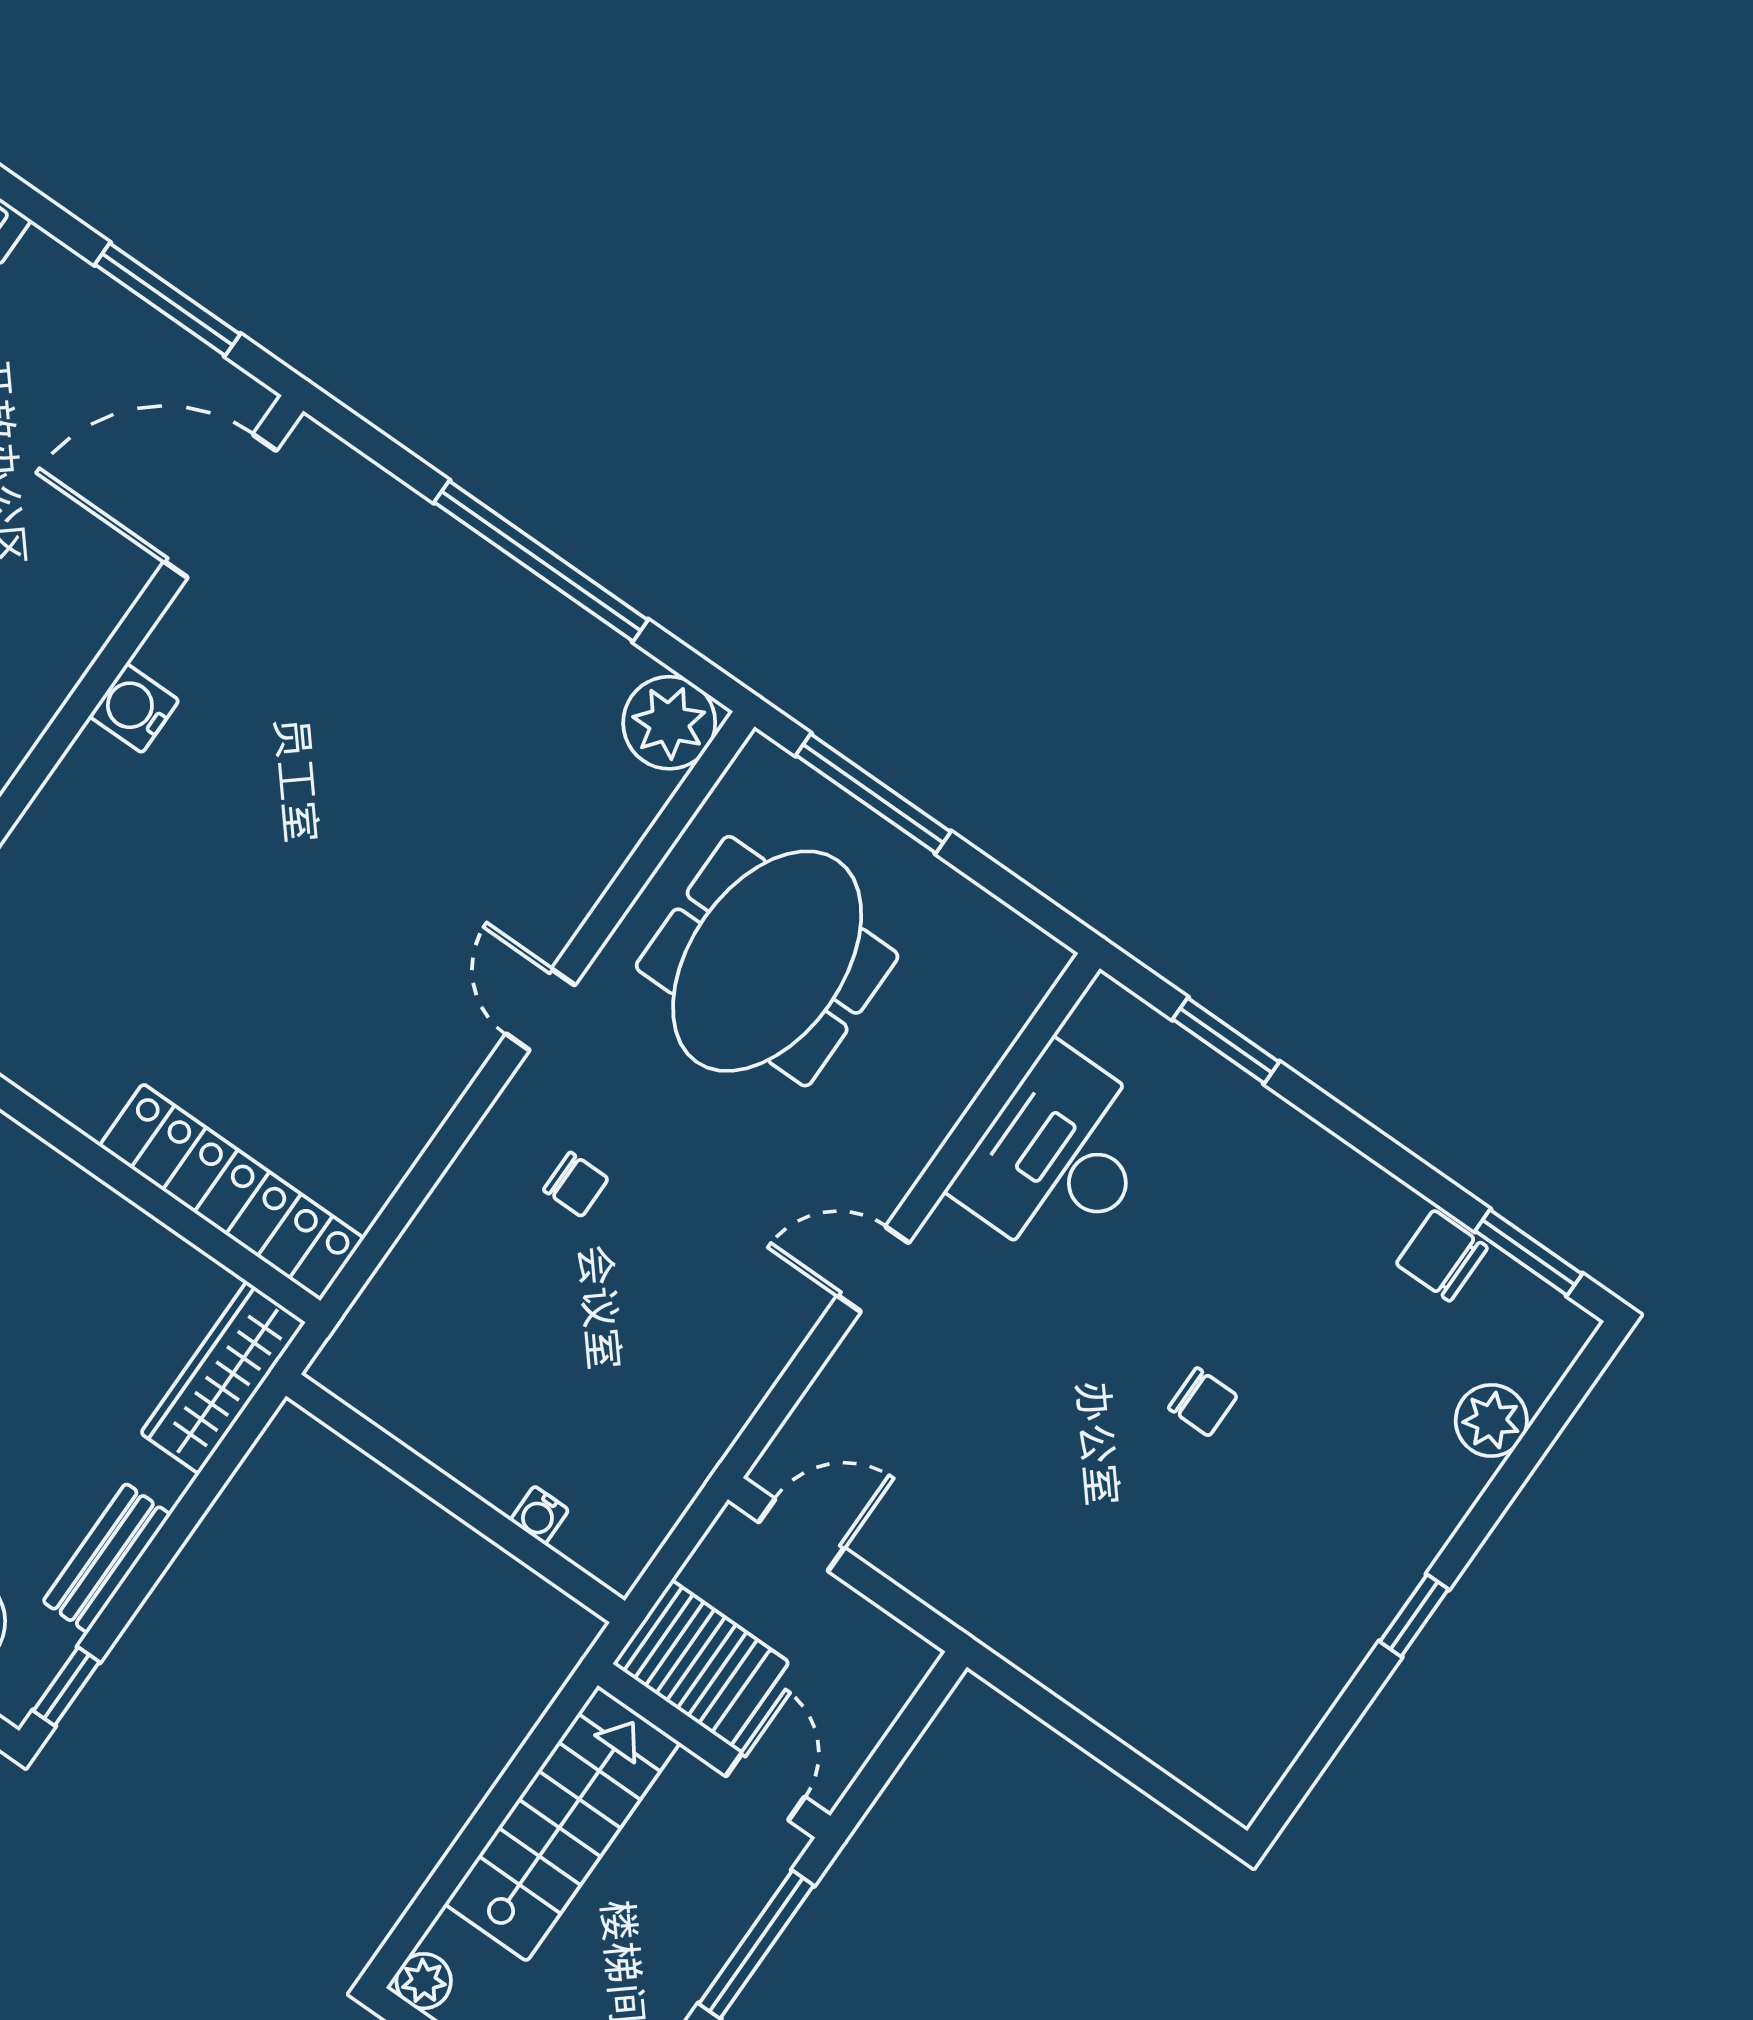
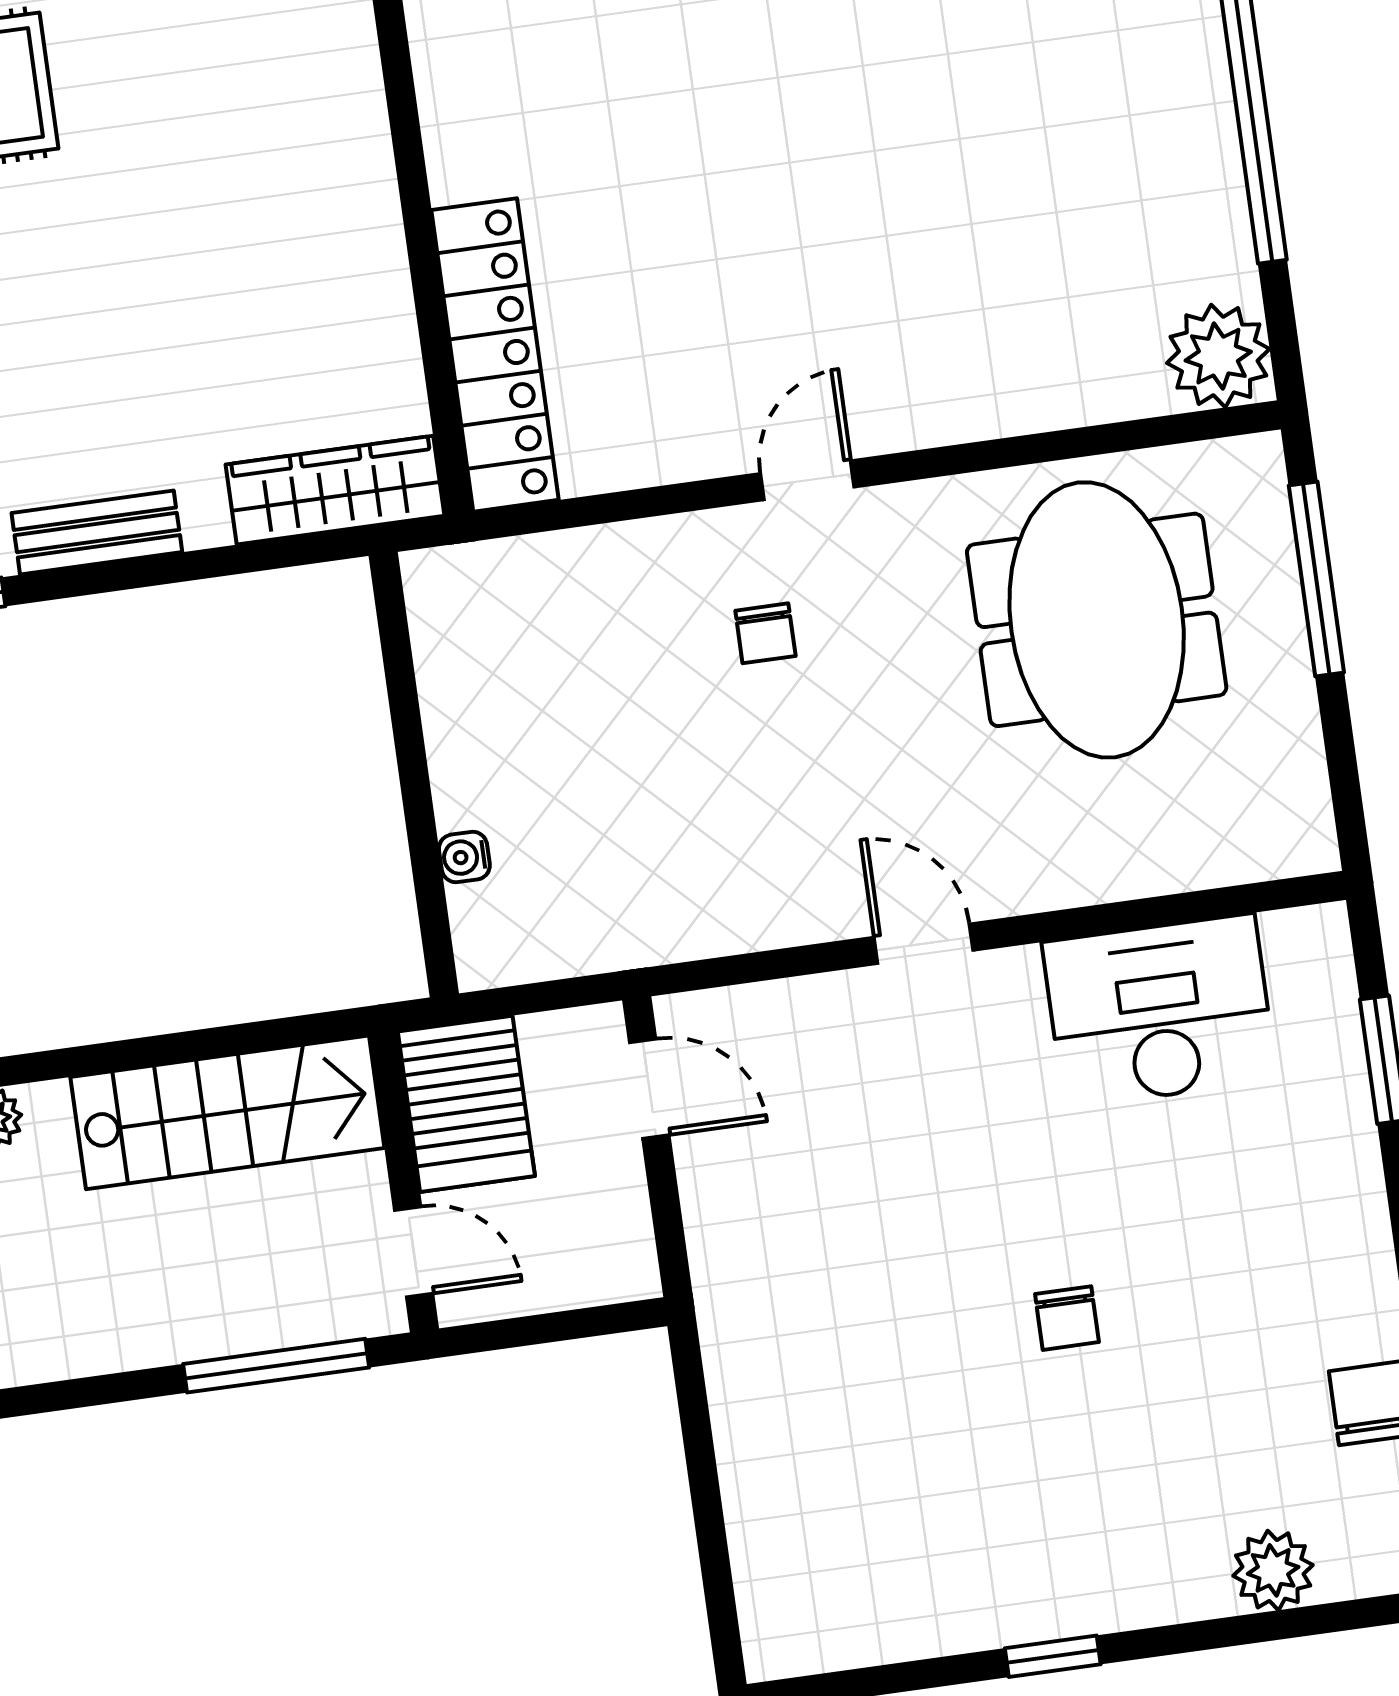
meeting table: (767, 961) -> (1097, 620), turned 90
door: (540, 1009) -> (807, 480), moved
door: (765, 1786) -> (414, 1252), hinge flipped

